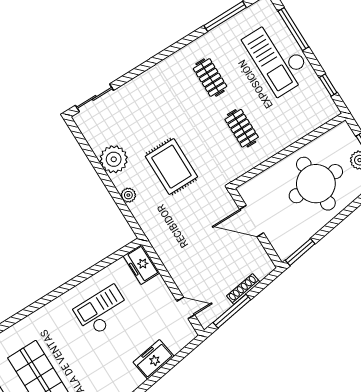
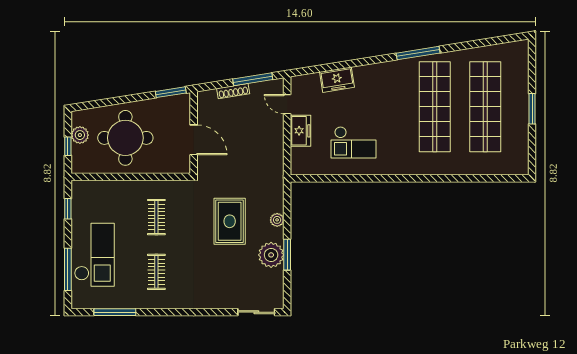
window: (99, 169) -> (287, 255), added
freezer: (141, 264) -> (300, 131), moved

